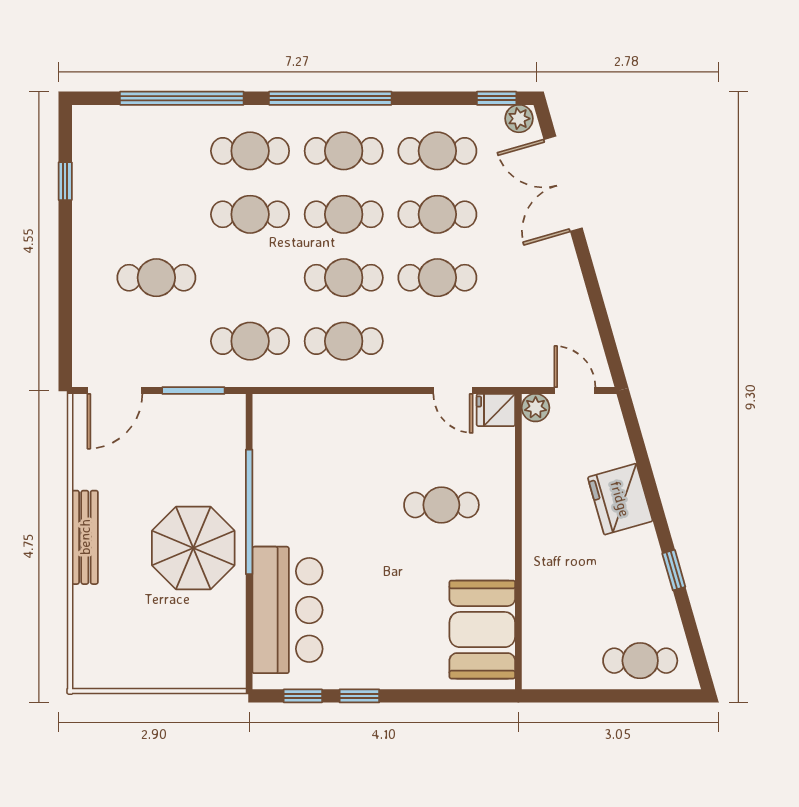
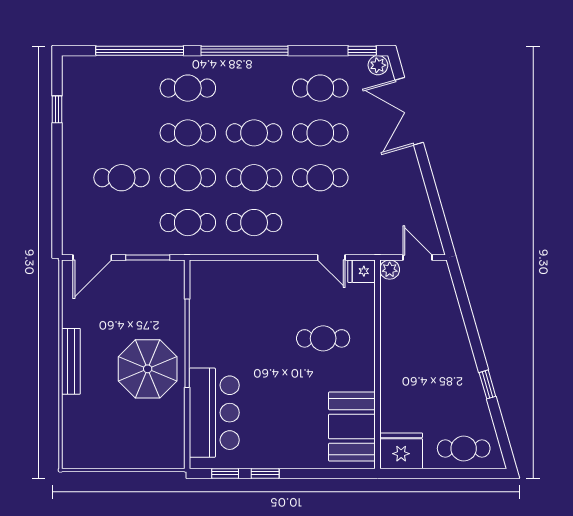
cafe table: (344, 151) -> (188, 178), moved
fridge: (620, 499) -> (401, 451), moved, turned 106

